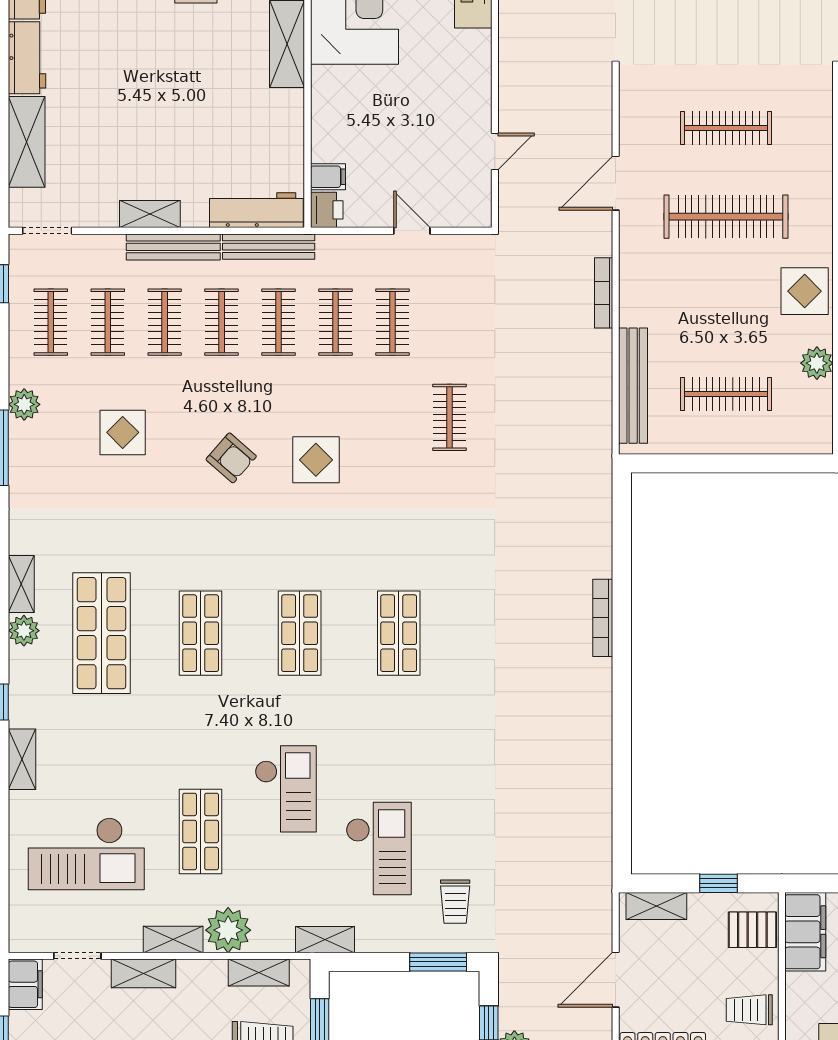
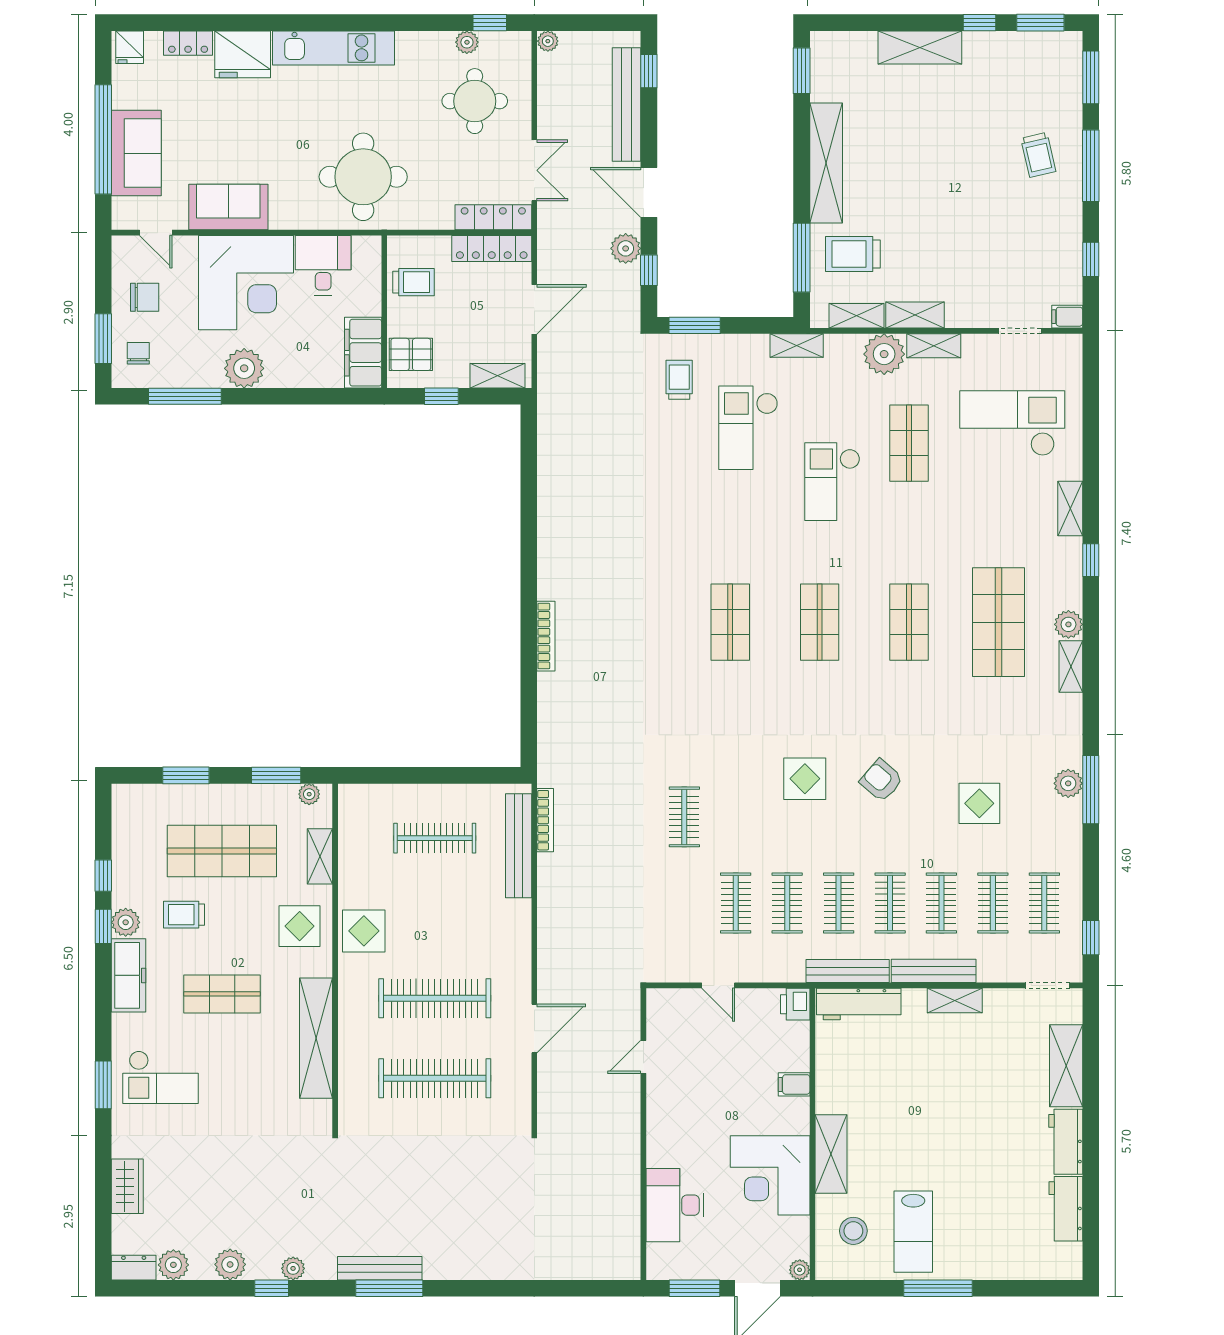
clothes rail: (726, 128) -> (435, 1078), width x1.37, depth x1.31
filing cabinet: (328, 177) -> (794, 1084), moved
bookcase: (604, 293) -> (545, 820), moved
plant: (817, 363) -> (353, 866), removed
plant: (24, 404) -> (1068, 783), moved
shelving: (144, 973) -> (915, 315), moved
filing cabinet: (25, 984) -> (1067, 317), width x0.50

